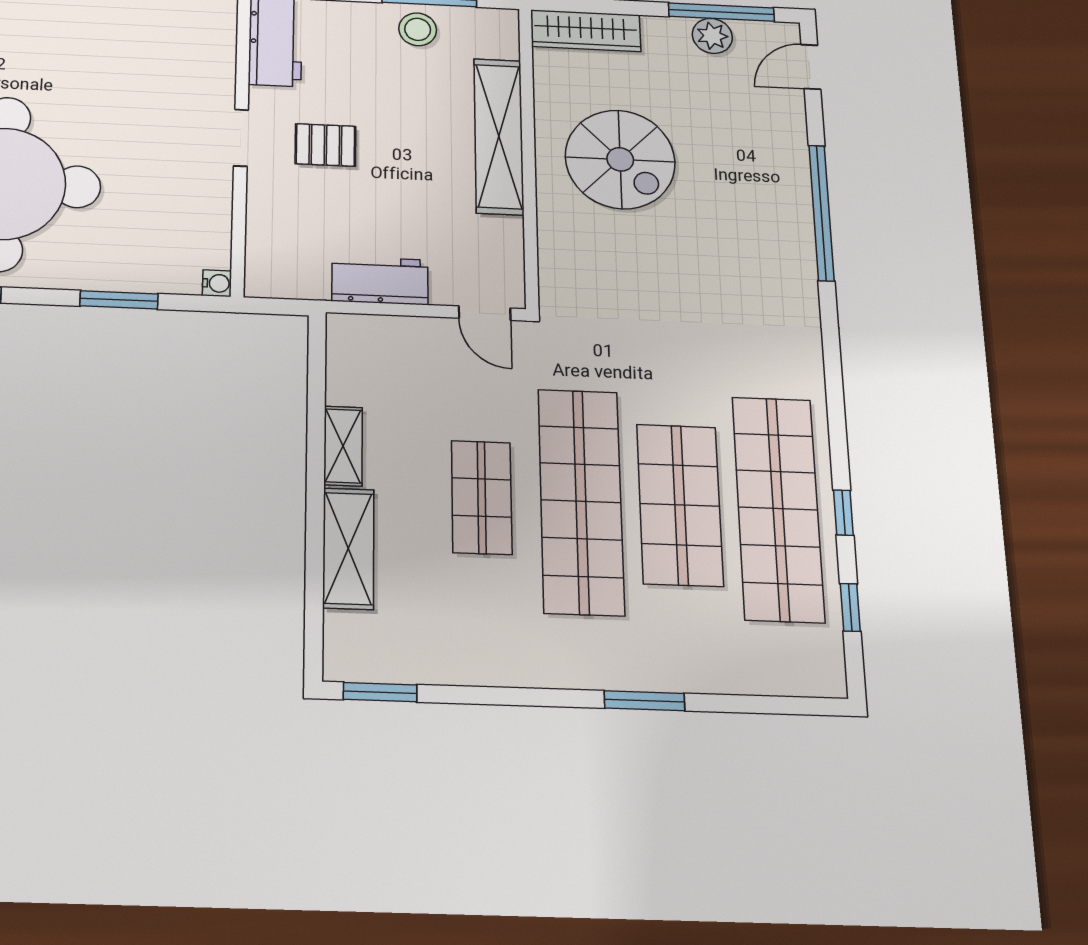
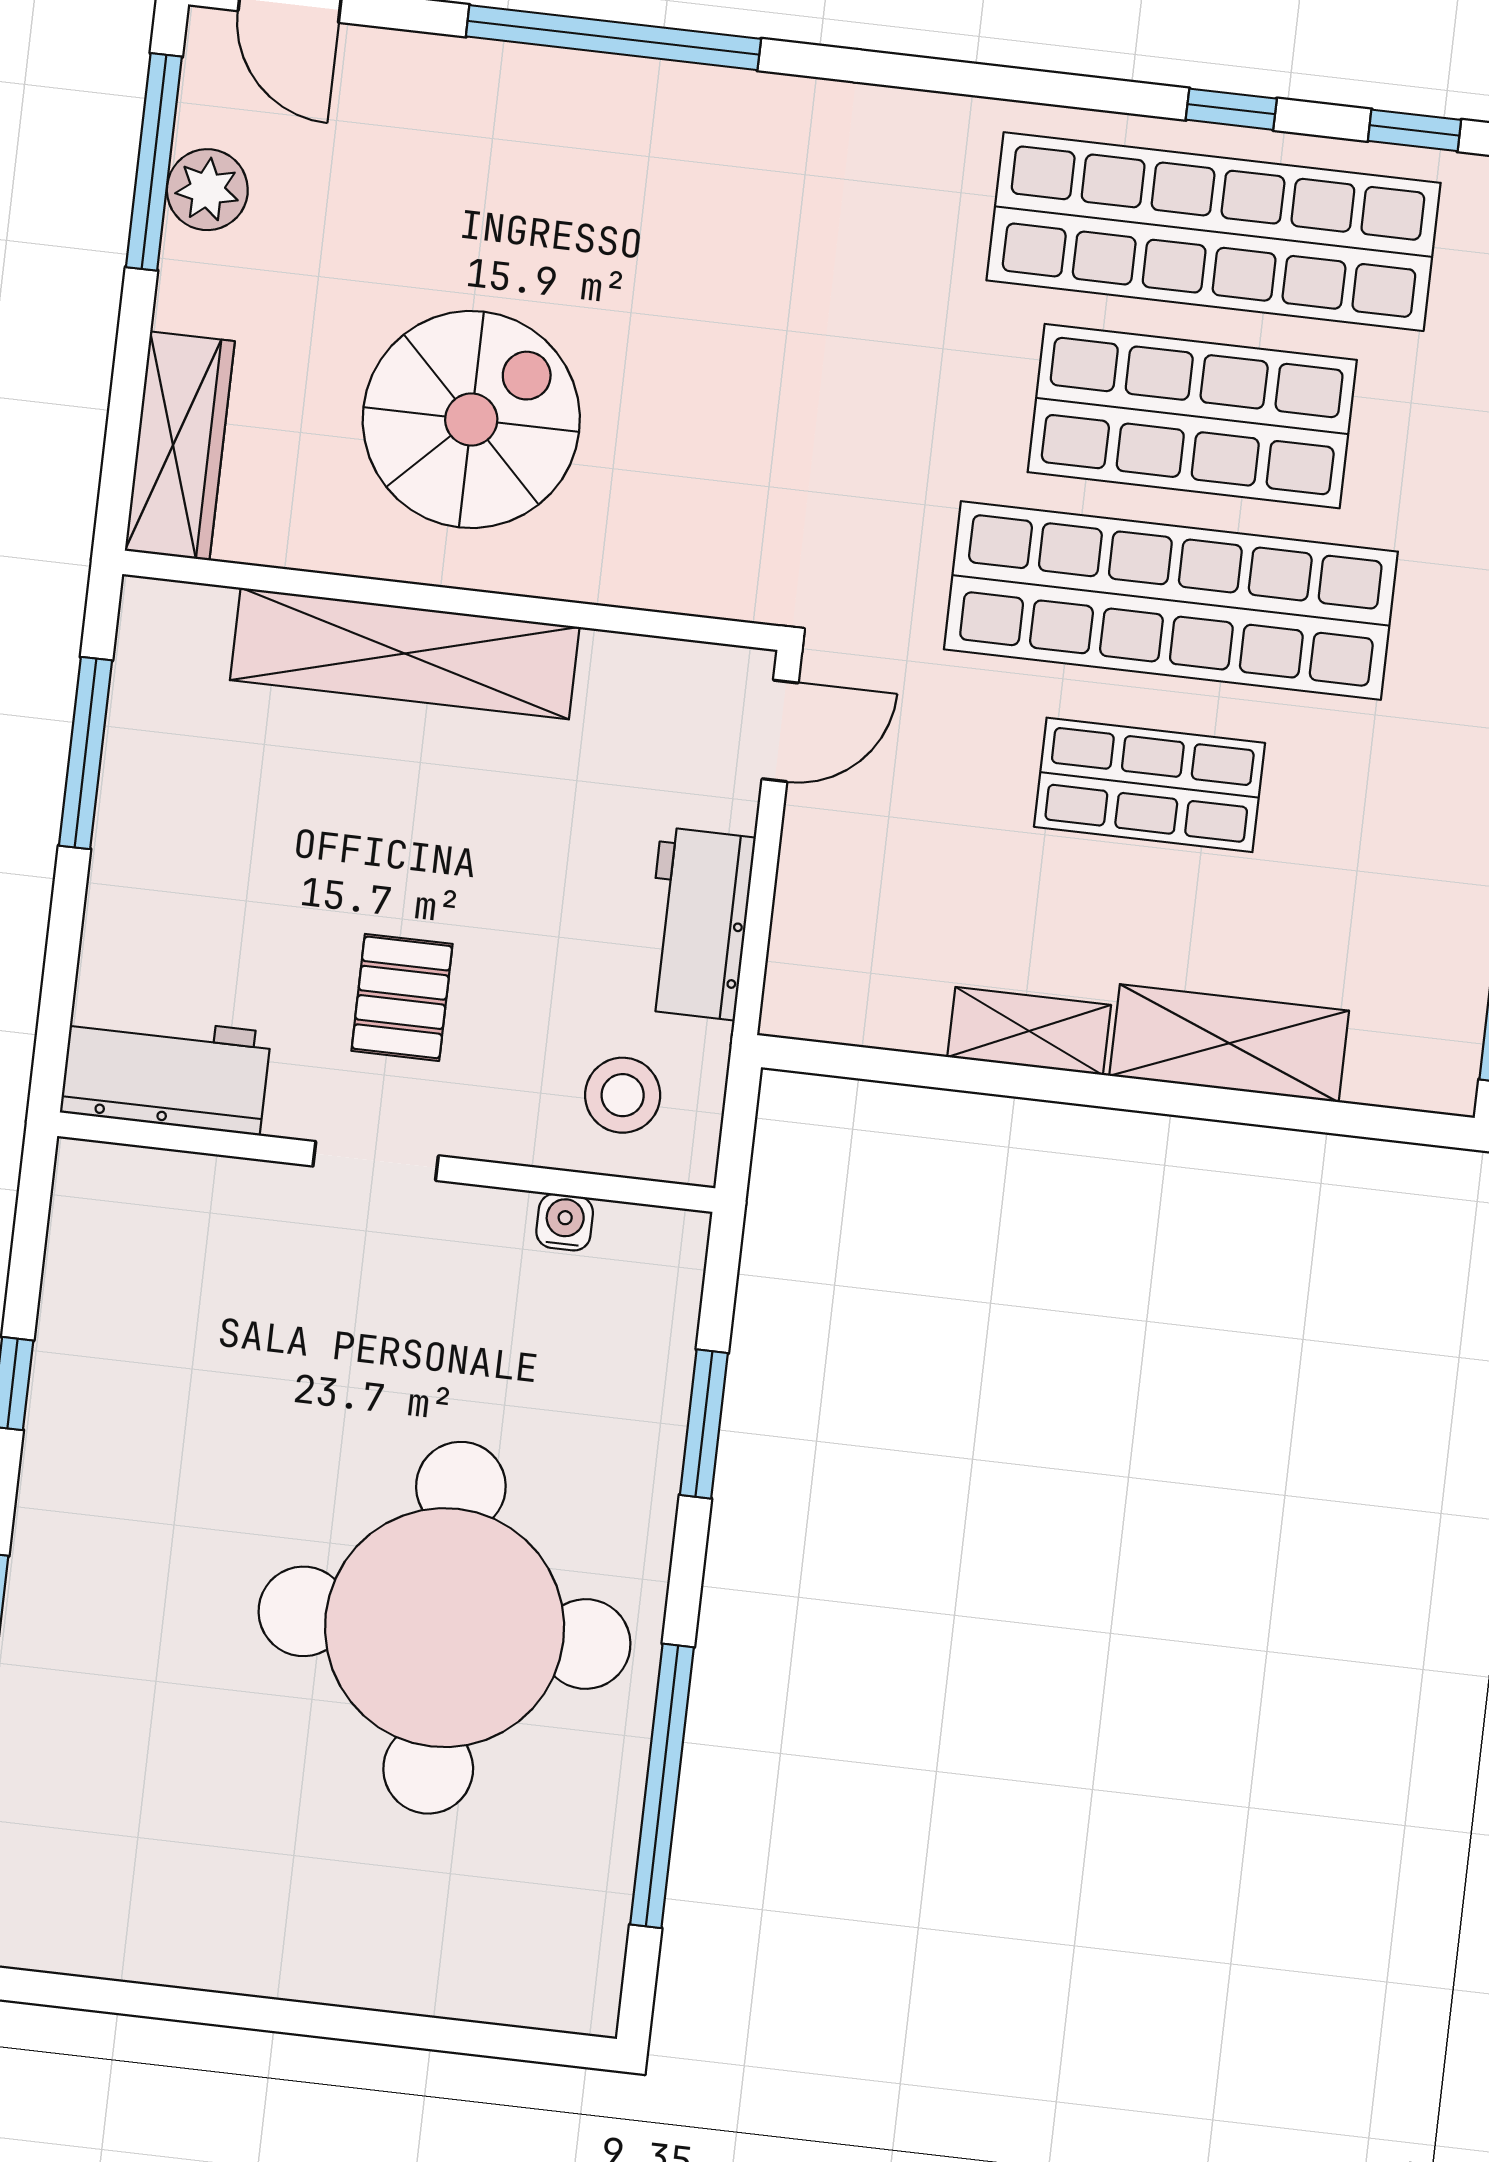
stool: (418, 29) -> (623, 1095), moved
water cooler: (217, 283) -> (565, 1222), moved

